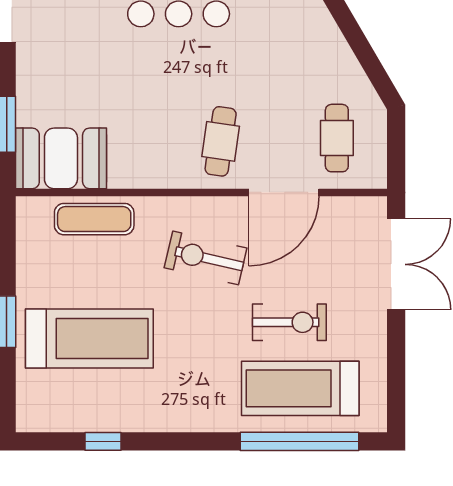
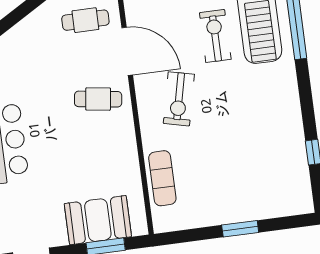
booth: (61, 158) -> (98, 220), moved, turned 90
treadmill: (89, 338) -> (244, 171), removed

